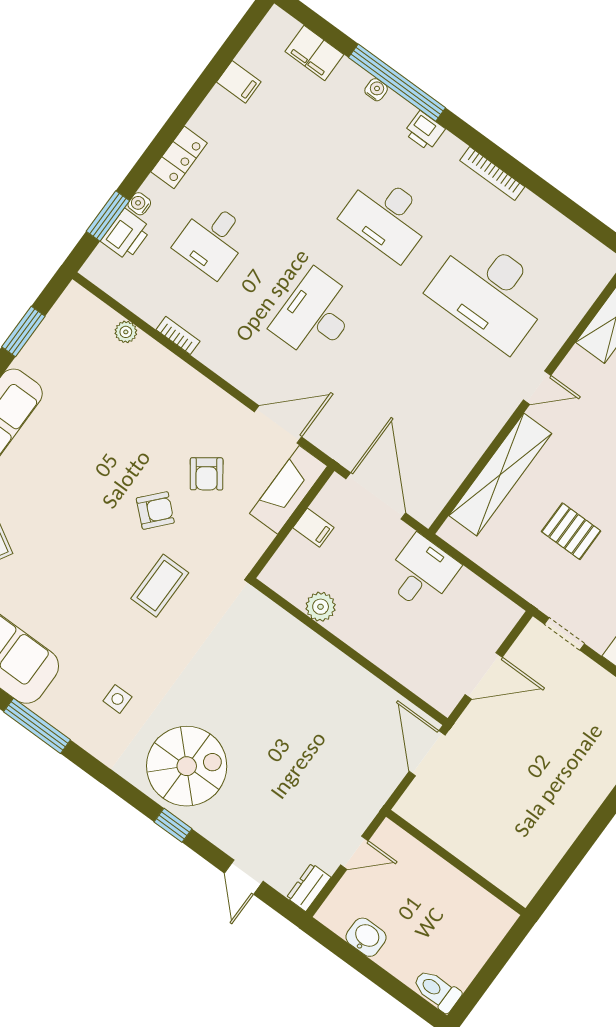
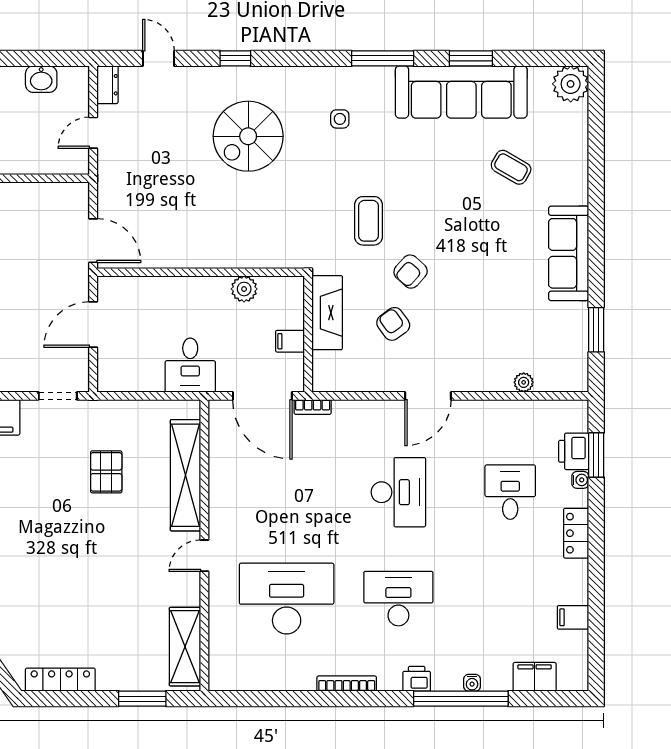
bookcase: (178, 335) -> (313, 407), moved
door: (278, 424) -> (428, 396), moved
fireplace: (289, 490) -> (327, 313), moved
pallet: (571, 531) -> (106, 472), turned 90
spiral stairs: (187, 766) -> (248, 136), moved

